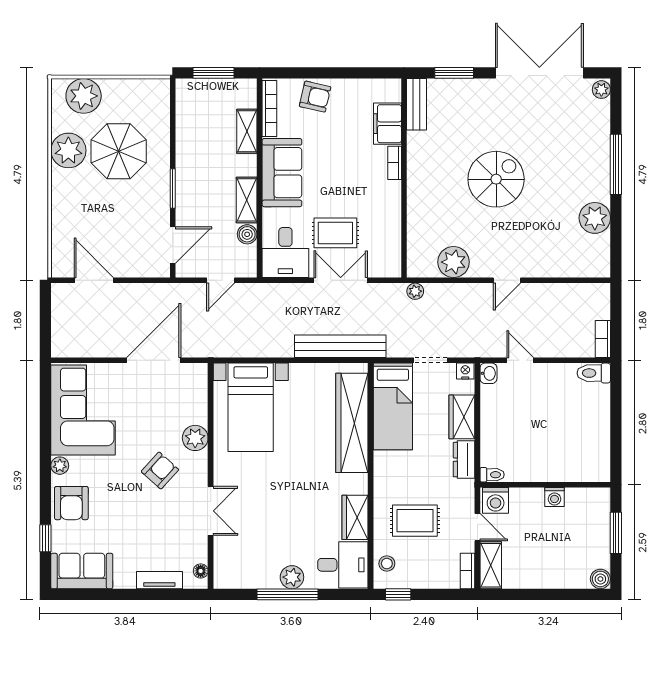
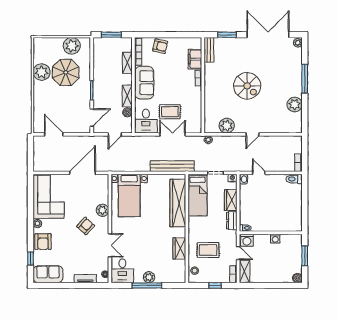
plant: (84, 96) -> (72, 46), moved
spiral stairs: (496, 179) -> (247, 86), turned 90
desk: (343, 565) -> (122, 271), moved, turned 90
window: (398, 594) -> (215, 285), moved

